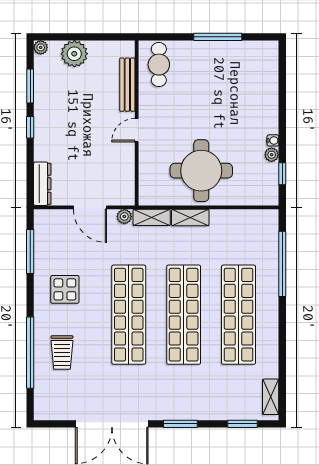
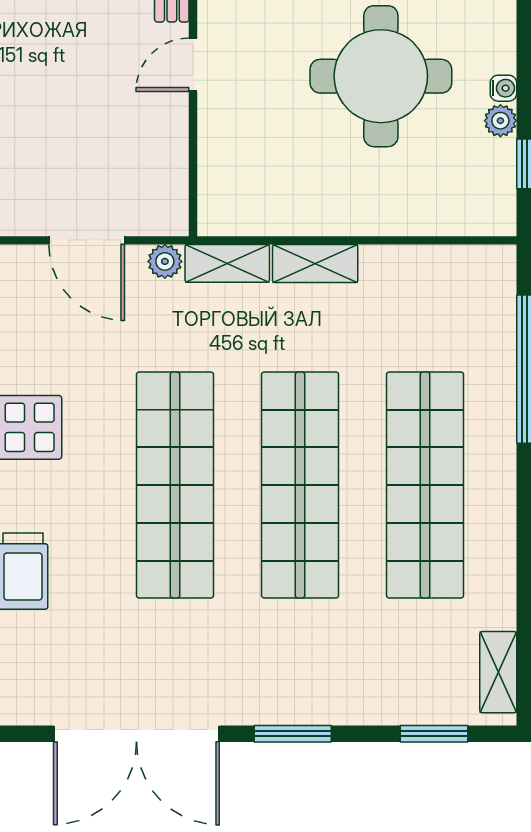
round table: (201, 171) -> (381, 76), moved

